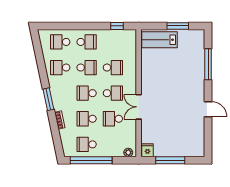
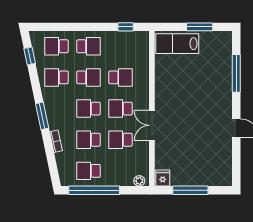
window: (38, 50) -> (30, 56), added
school desk: (113, 93) -> (121, 109), turned 180

